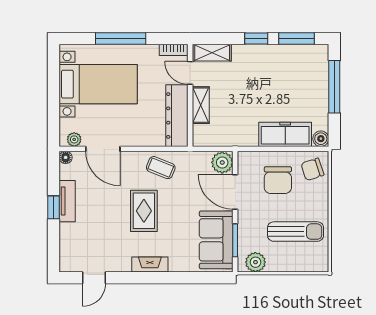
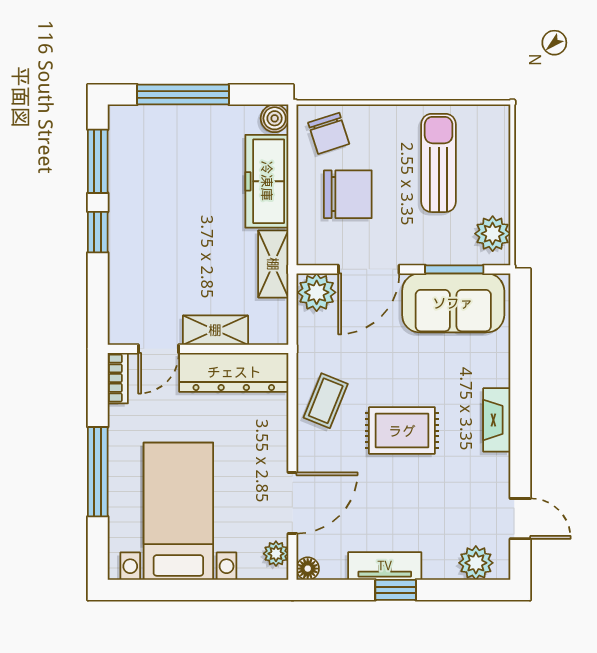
shelving: (212, 53) -> (273, 264), moved
plant: (69, 253) -> (476, 563), added

